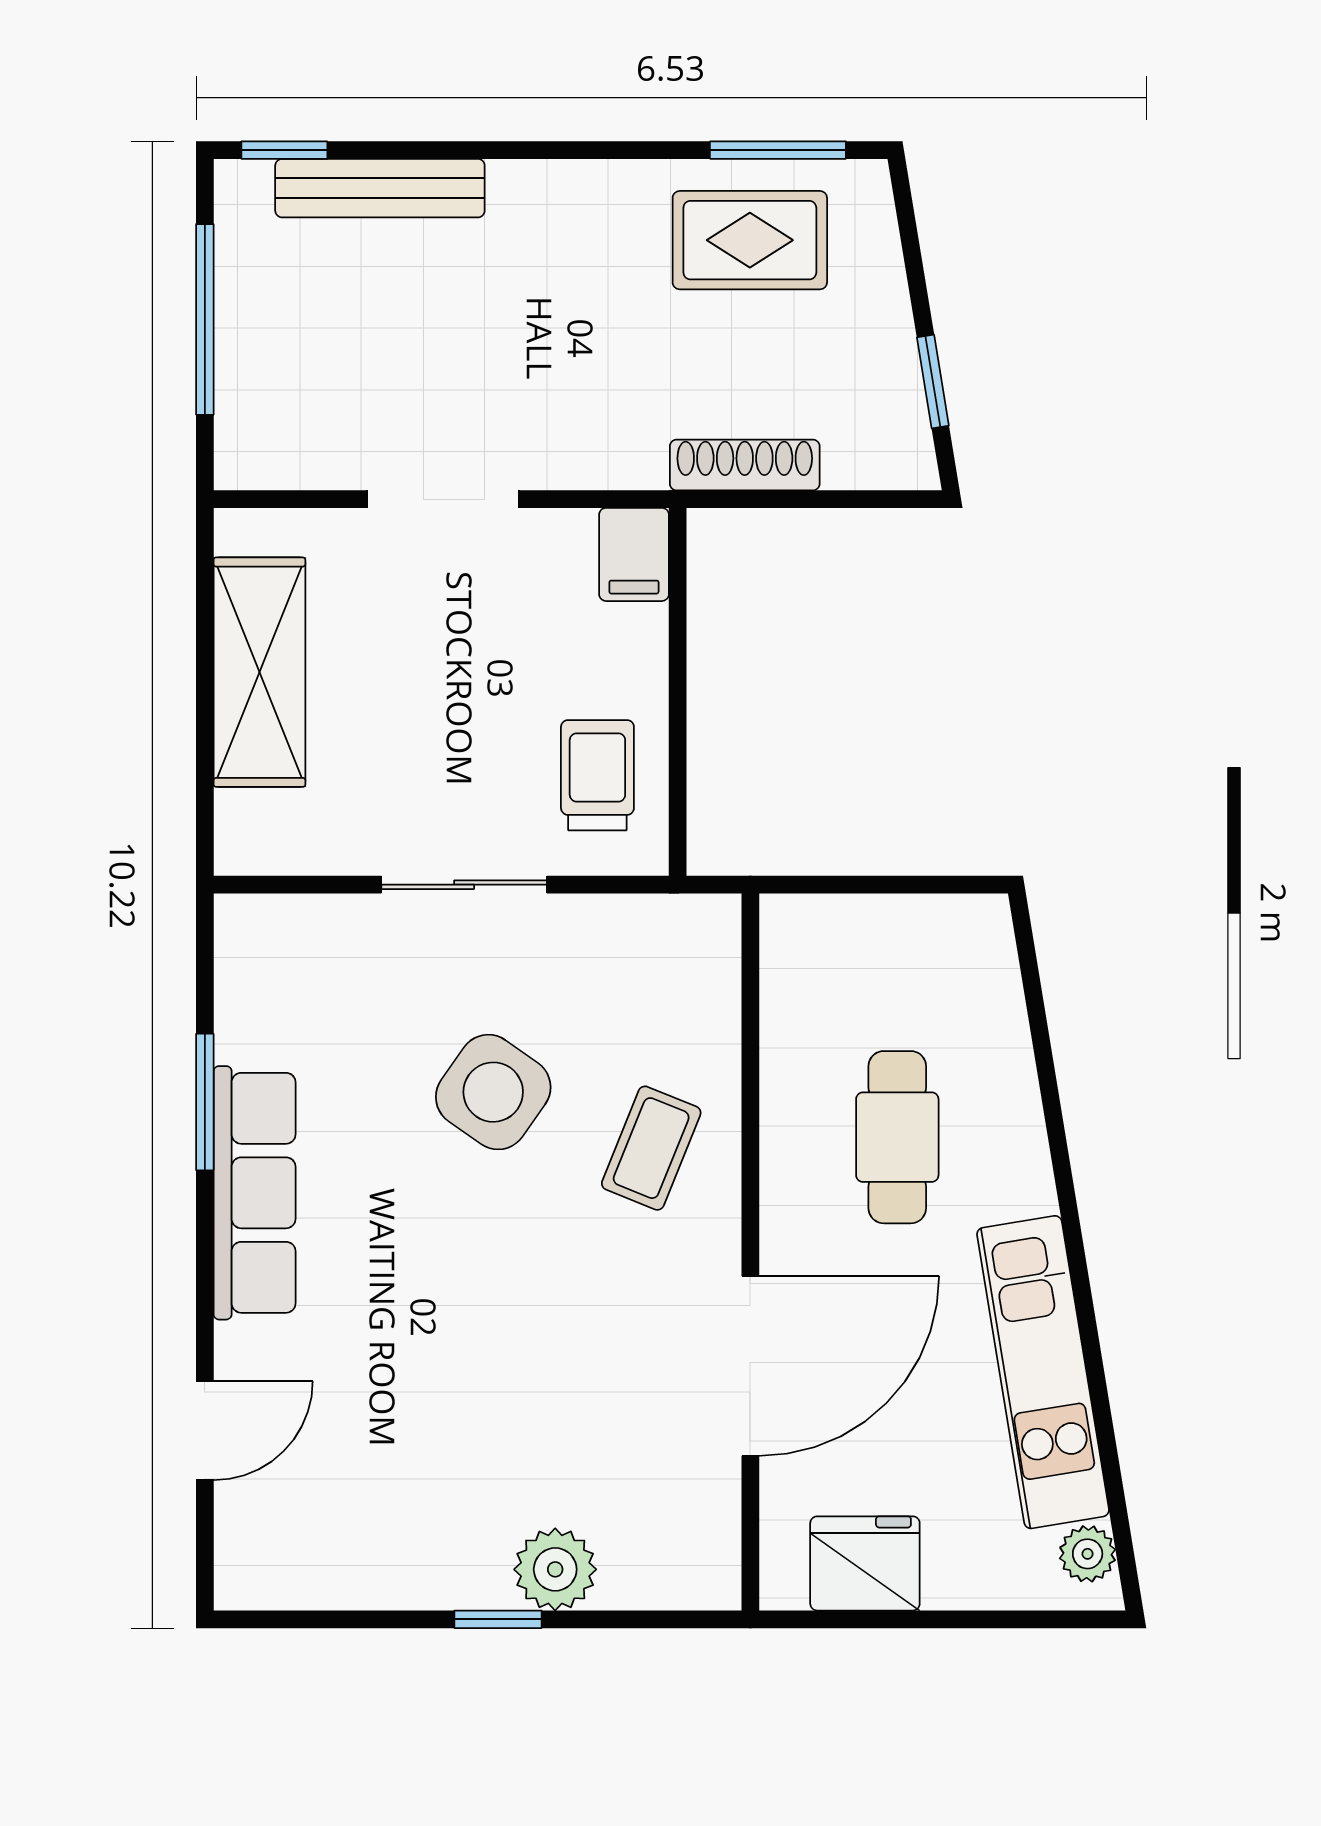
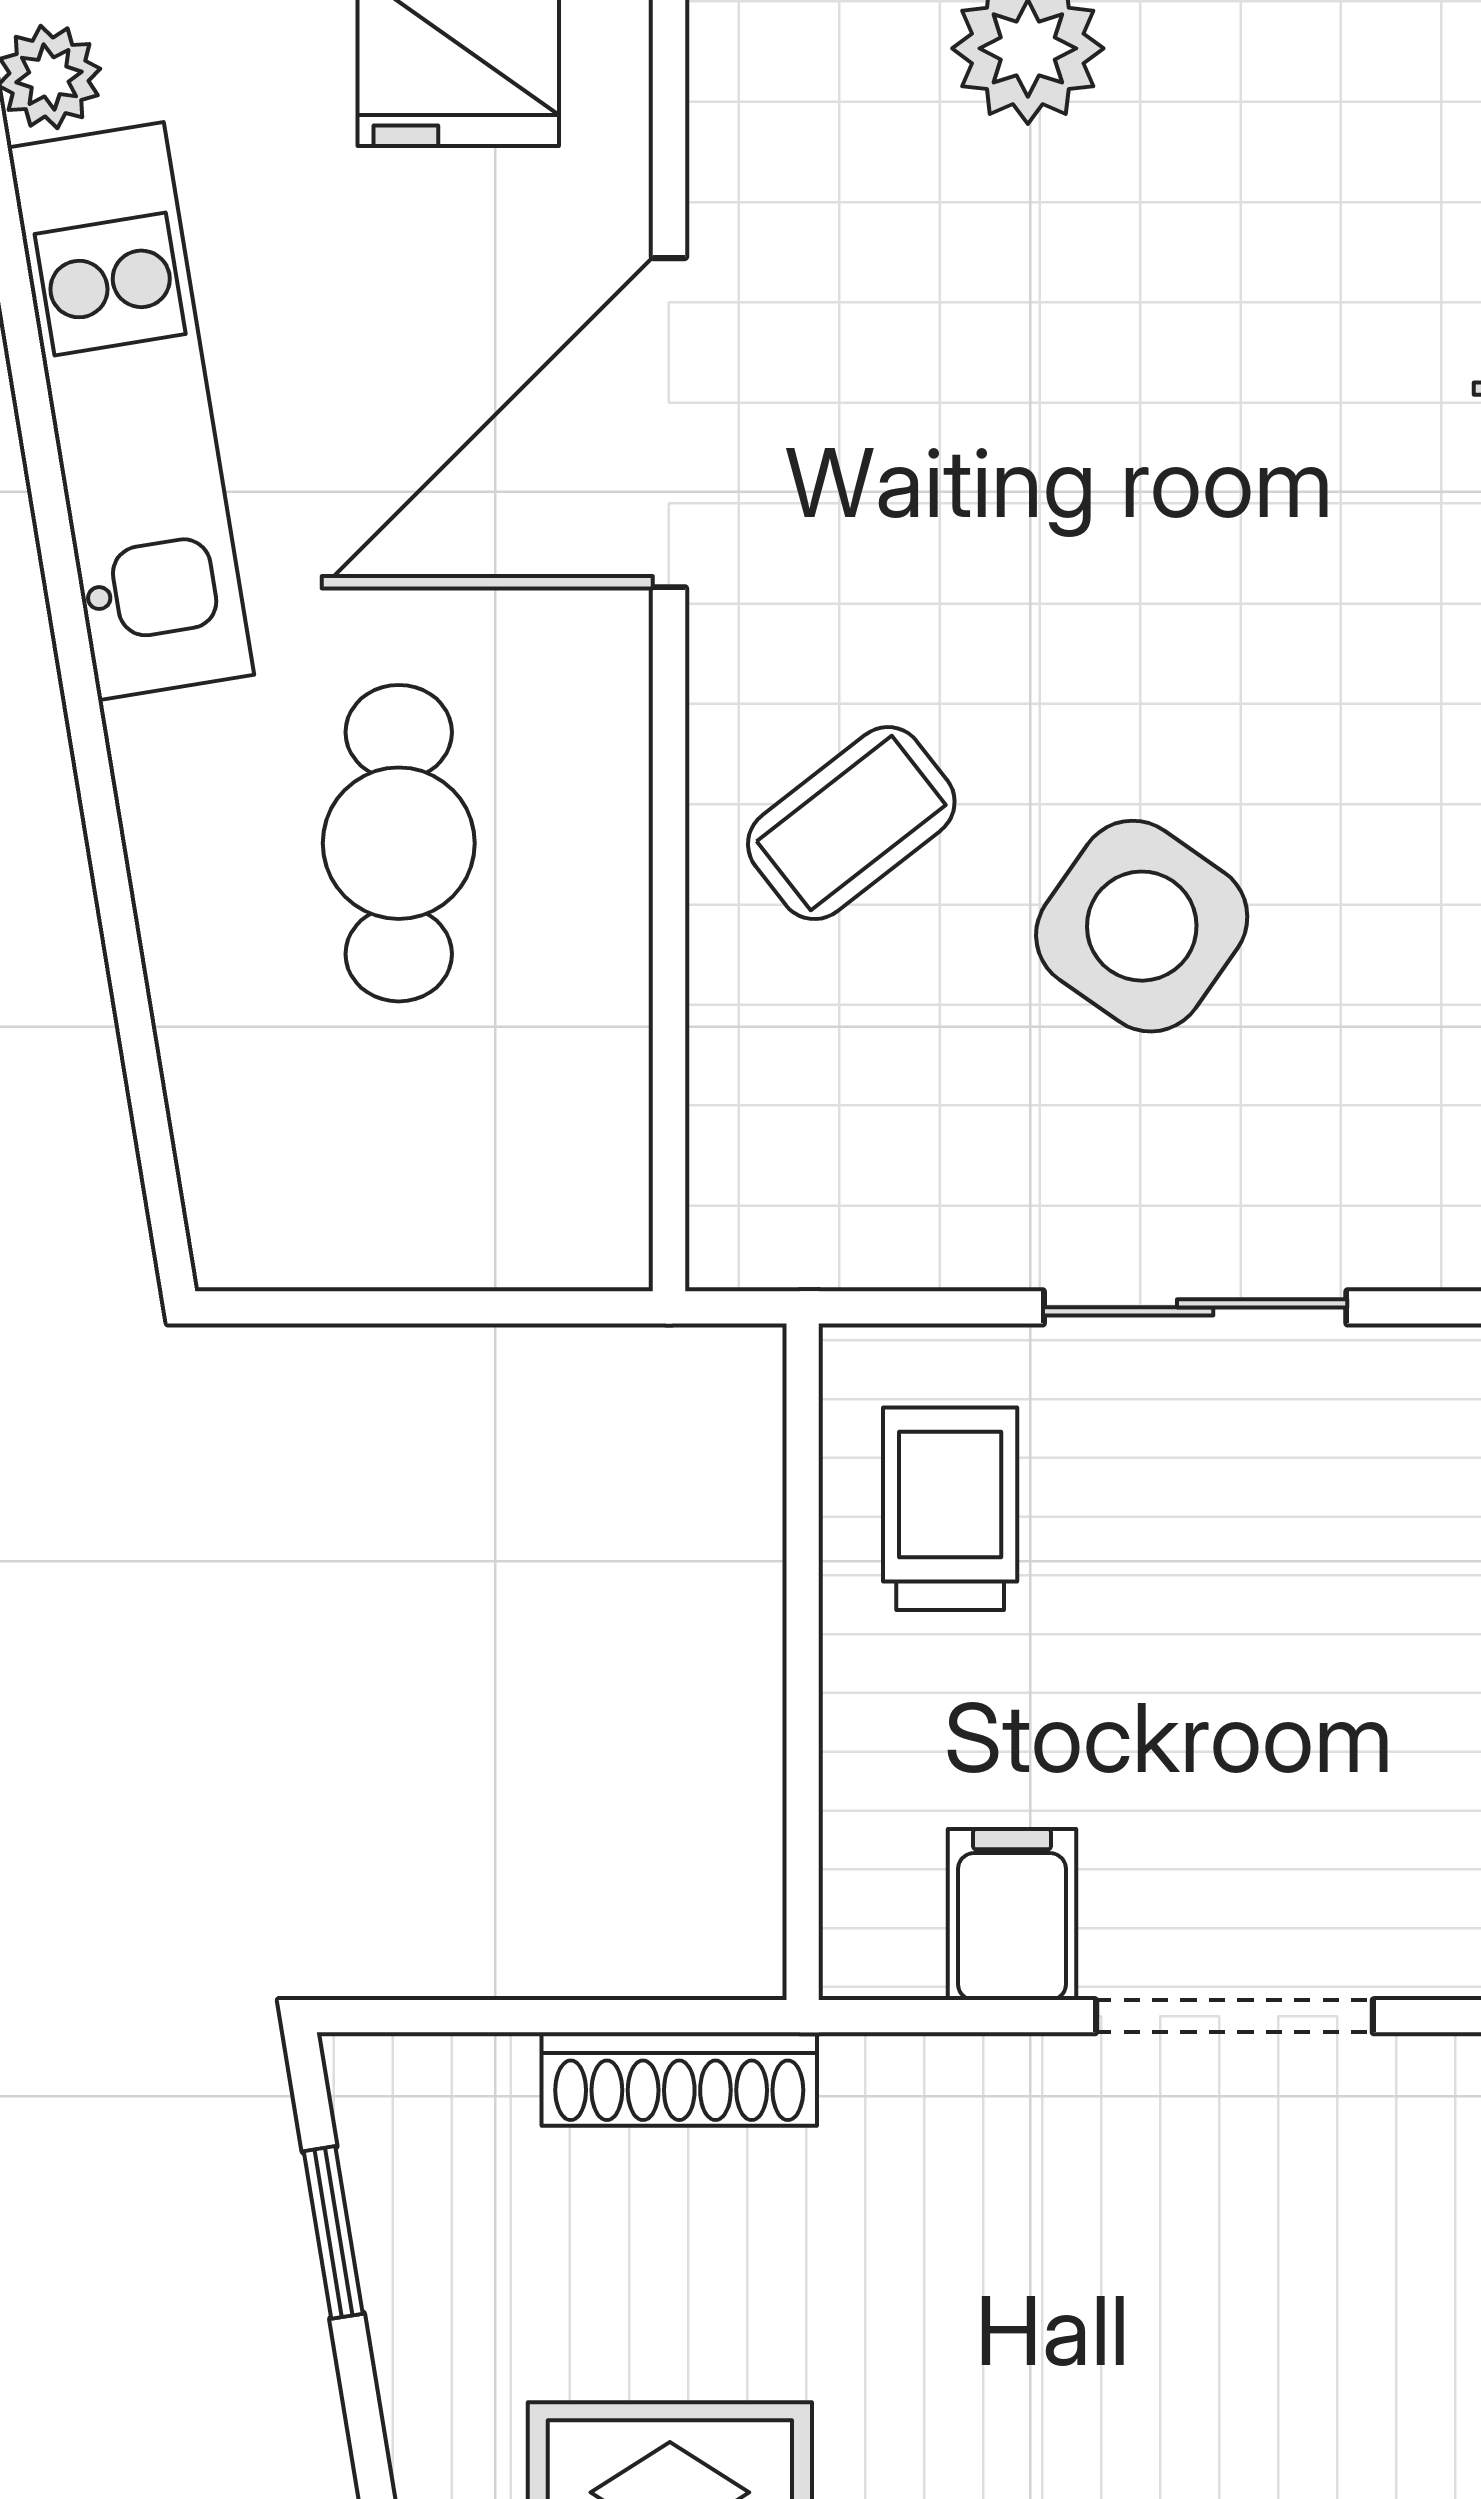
filing cabinet: (634, 554) -> (1012, 1915), moved
trolley: (597, 775) -> (950, 1509), turned 180
coffee table: (651, 1148) -> (851, 823), turned 30

